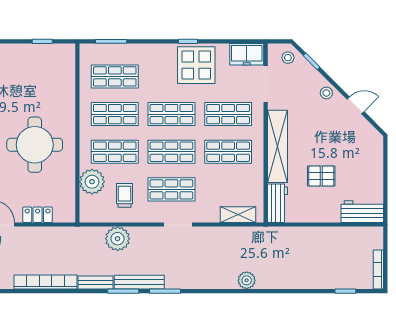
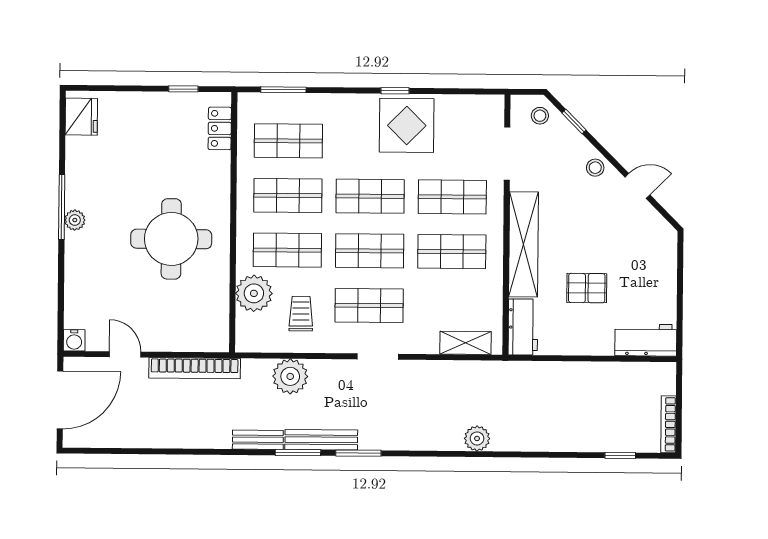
freezer: (247, 54) -> (480, 110), removed
locker: (38, 215) -> (220, 128), moved, turned -90
bookcase: (45, 282) -> (195, 368), moved, turned 180

